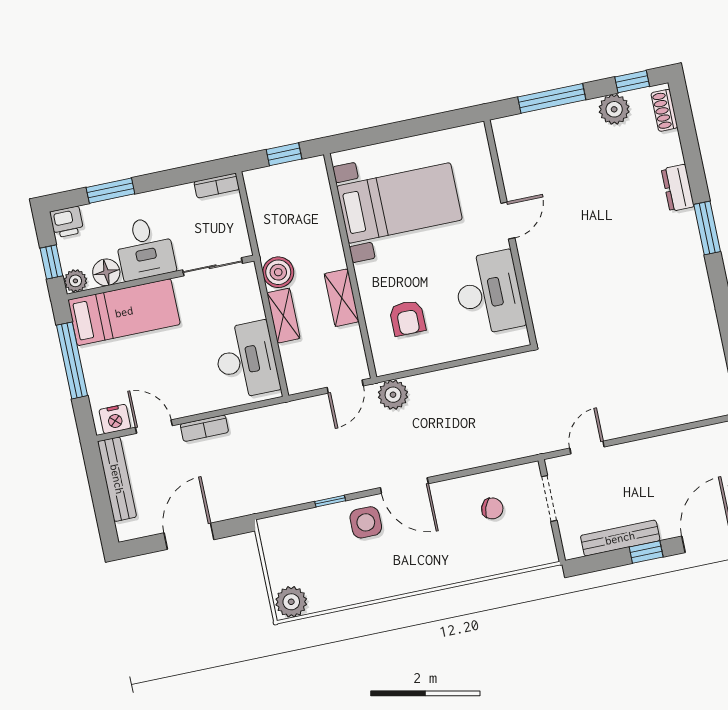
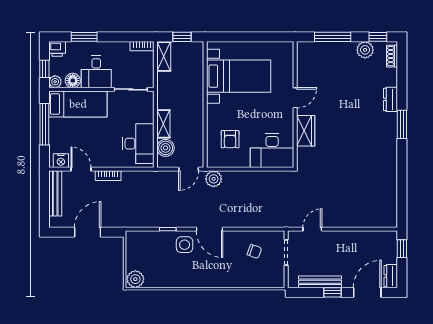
boiler: (278, 272) -> (166, 148), moved
wardrobe: (539, 275) -> (306, 131), added
desk: (489, 293) -> (272, 151), moved, turned 90
shelving: (342, 298) -> (164, 56), moved

